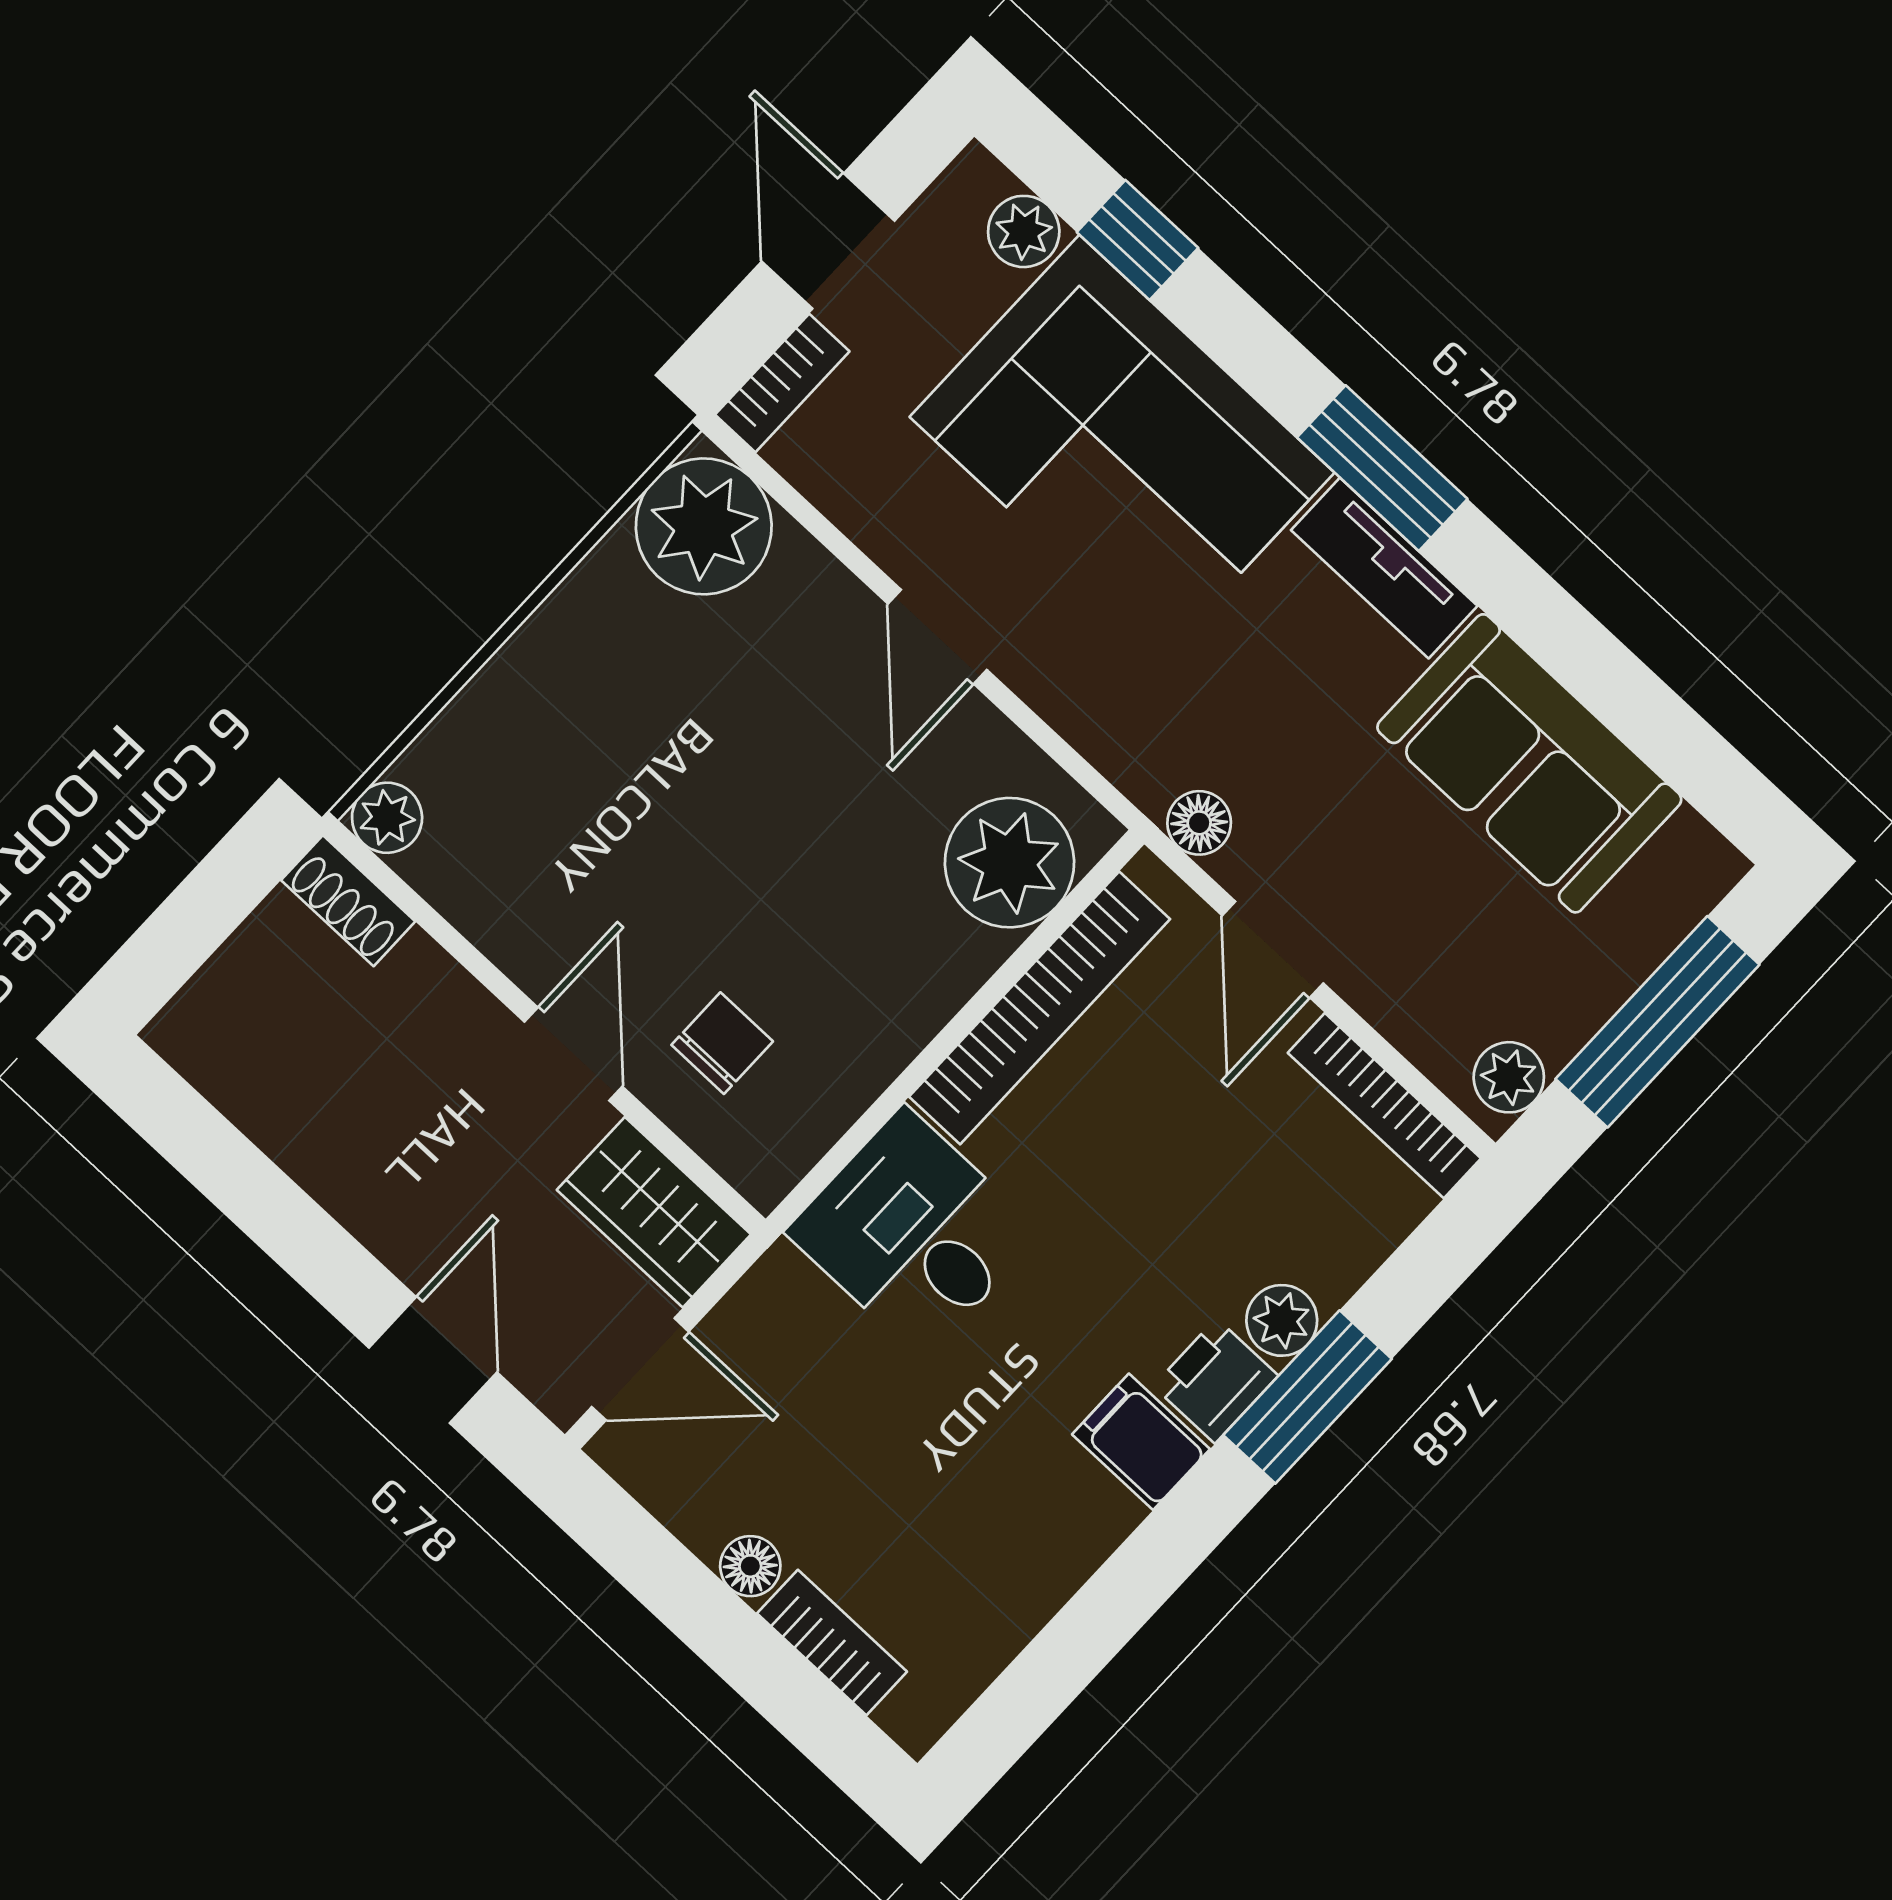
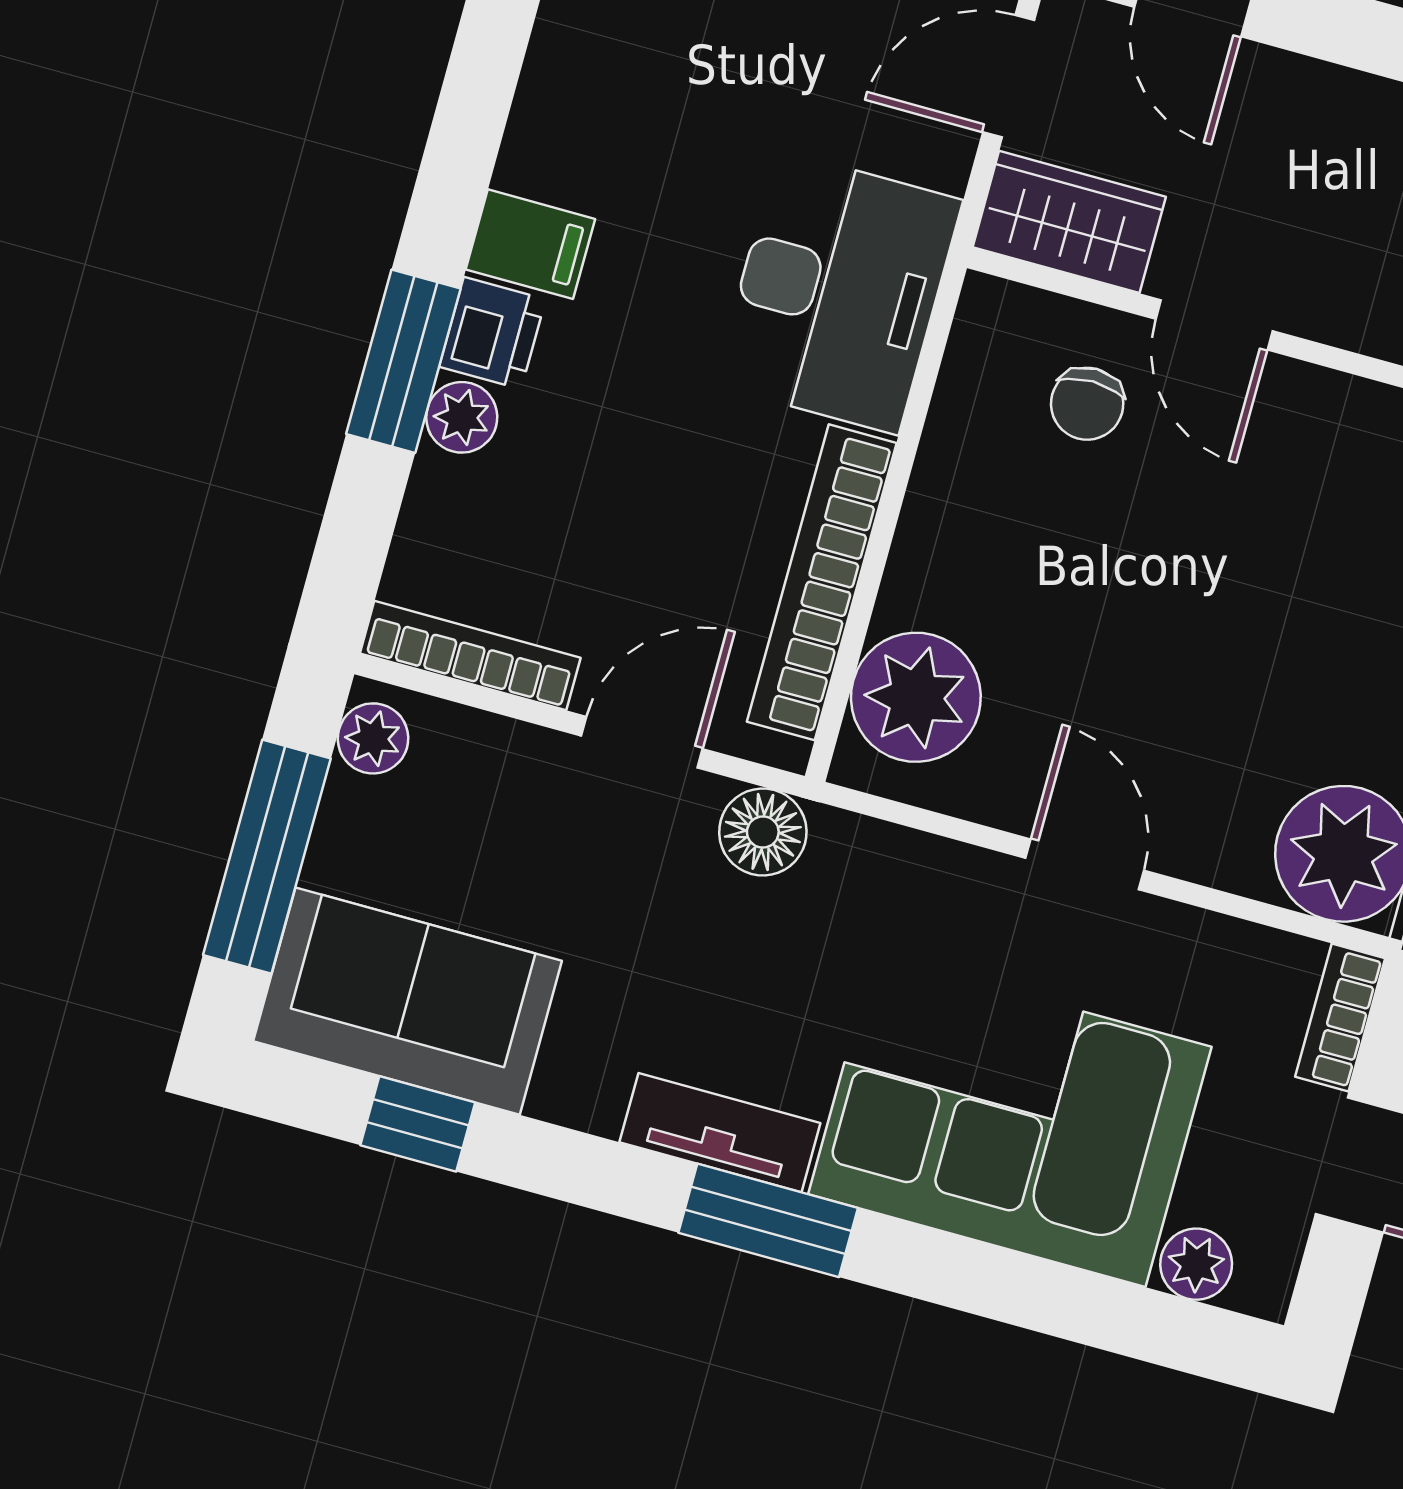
window: (1138, 240) -> (418, 1124), moved
sofa: (1529, 763) -> (408, 1001), moved
floor lamp: (1199, 823) -> (763, 832), width x1.37, depth x1.37
door: (1273, 949) -> (642, 742), hinge flipped
desk: (914, 1233) -> (838, 292), width x1.37

